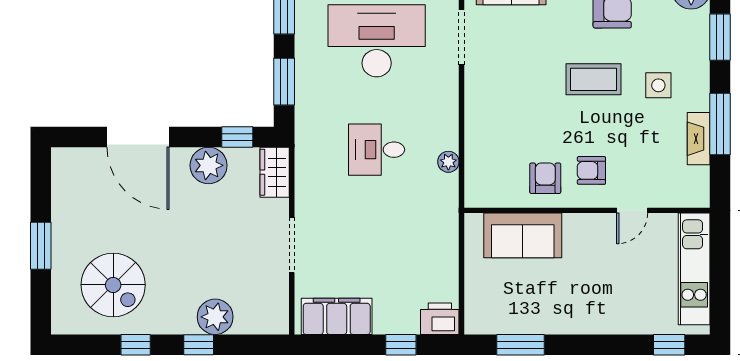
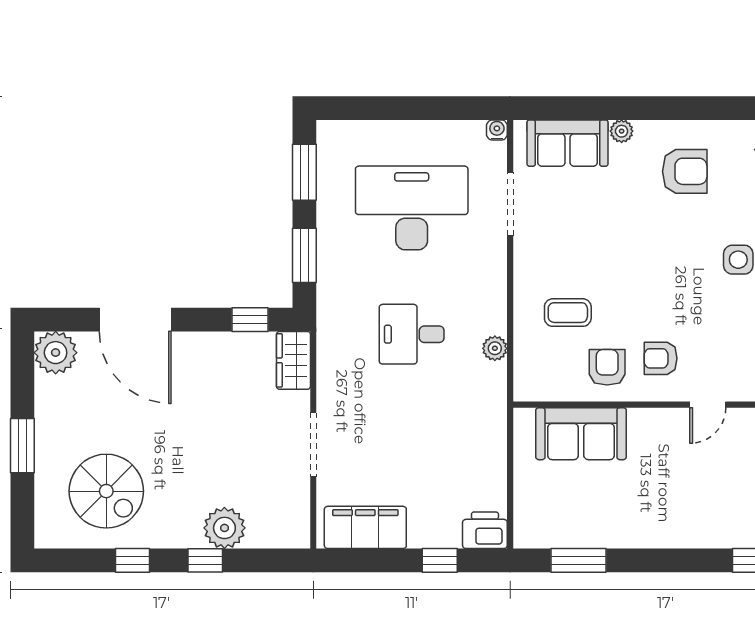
coffee table: (594, 79) -> (568, 313), moved, width x0.73, depth x0.77
plant: (209, 165) -> (56, 353), moved

